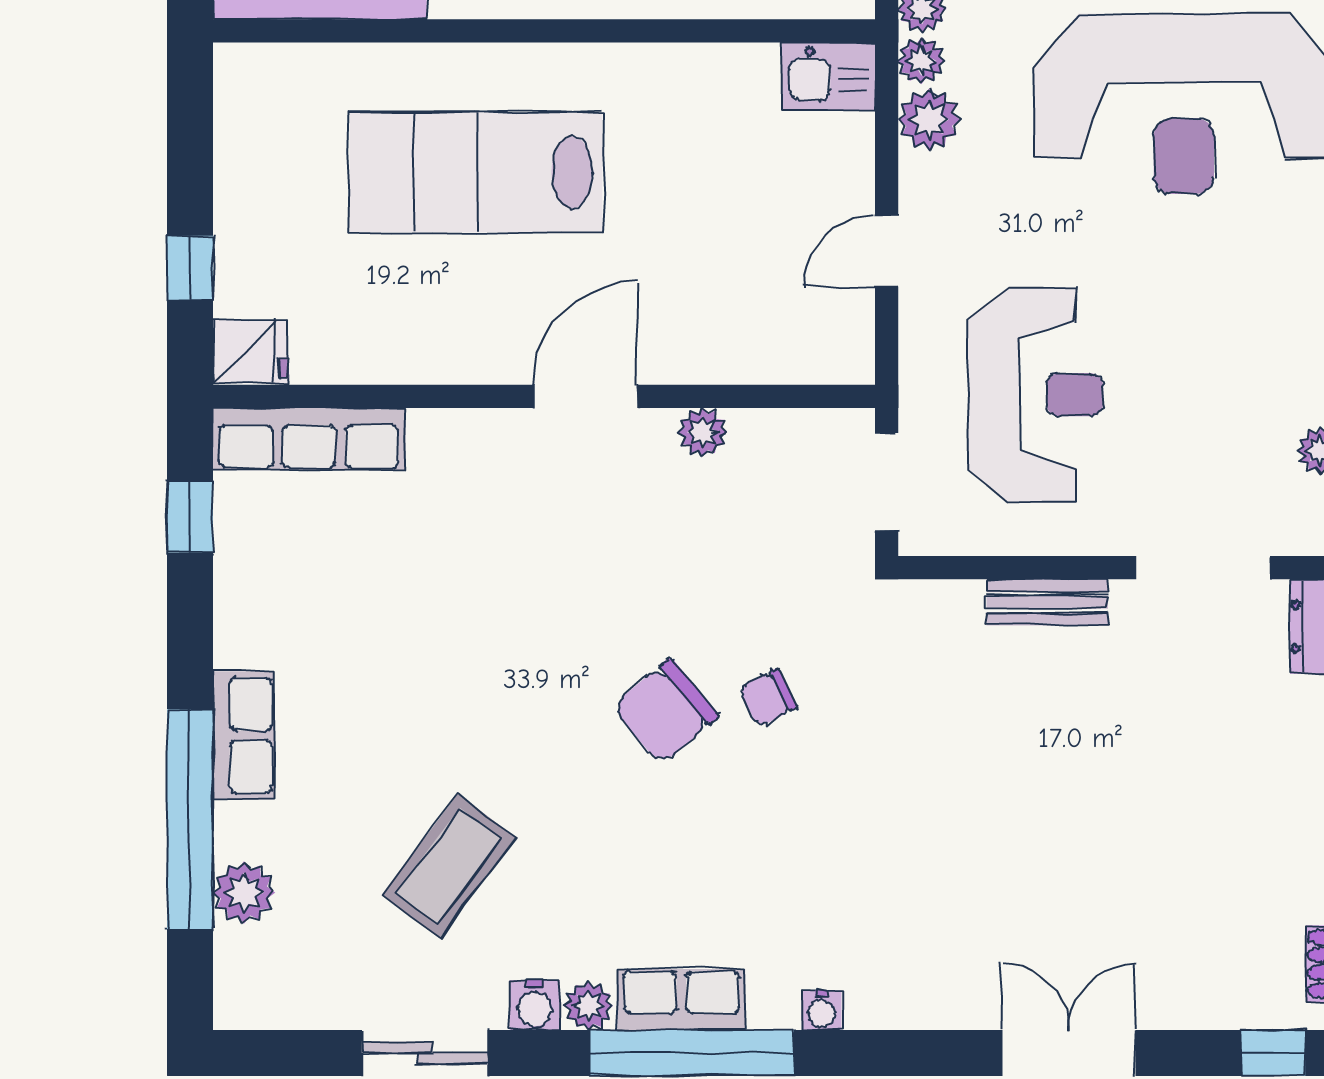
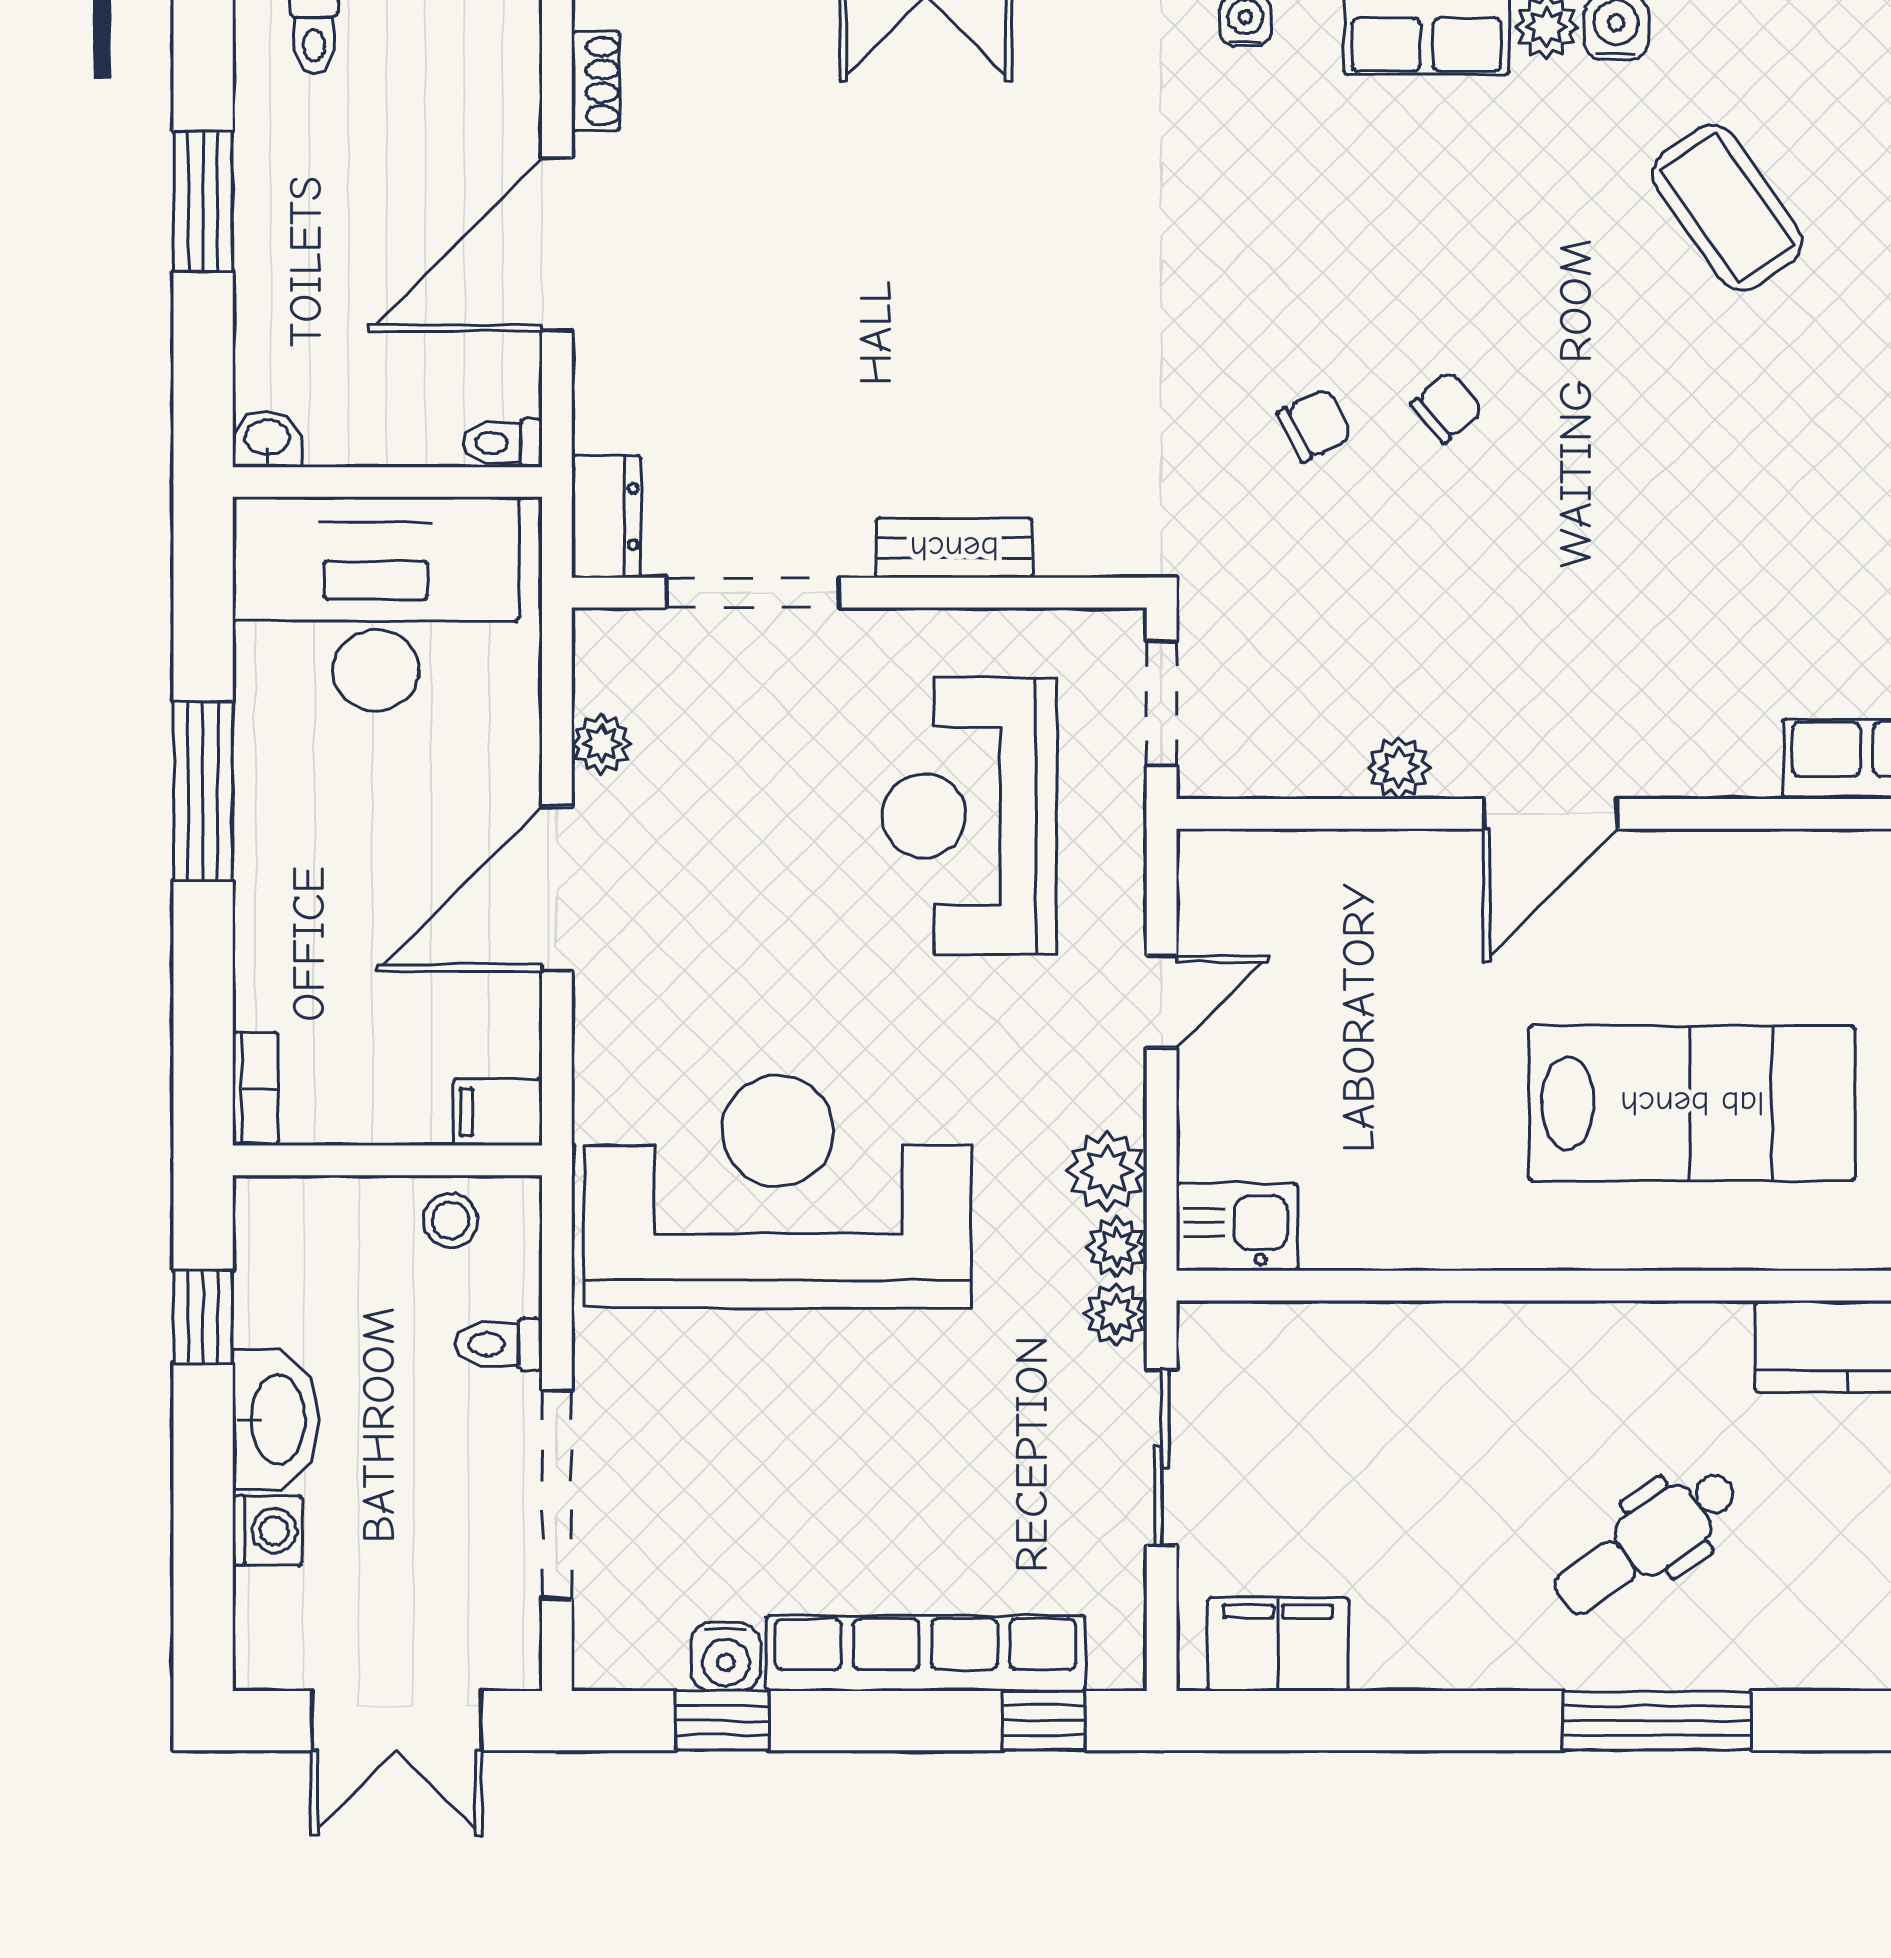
chair: (666, 711) -> (1447, 407), width x0.54, depth x0.54
coffee table: (449, 866) -> (1727, 207), turned -72

